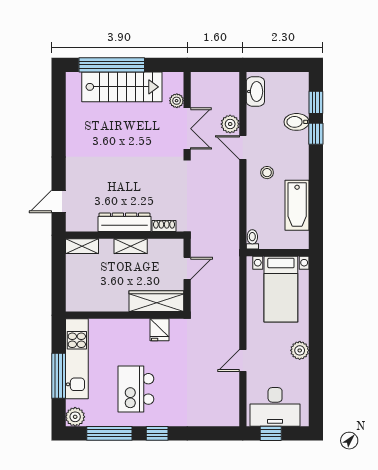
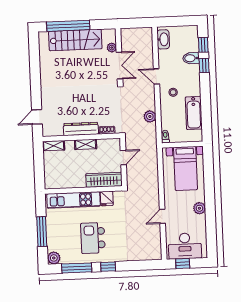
plant: (230, 124) -> (150, 116), moved
kitchen unit: (77, 359) -> (73, 200), moved, turned 90

